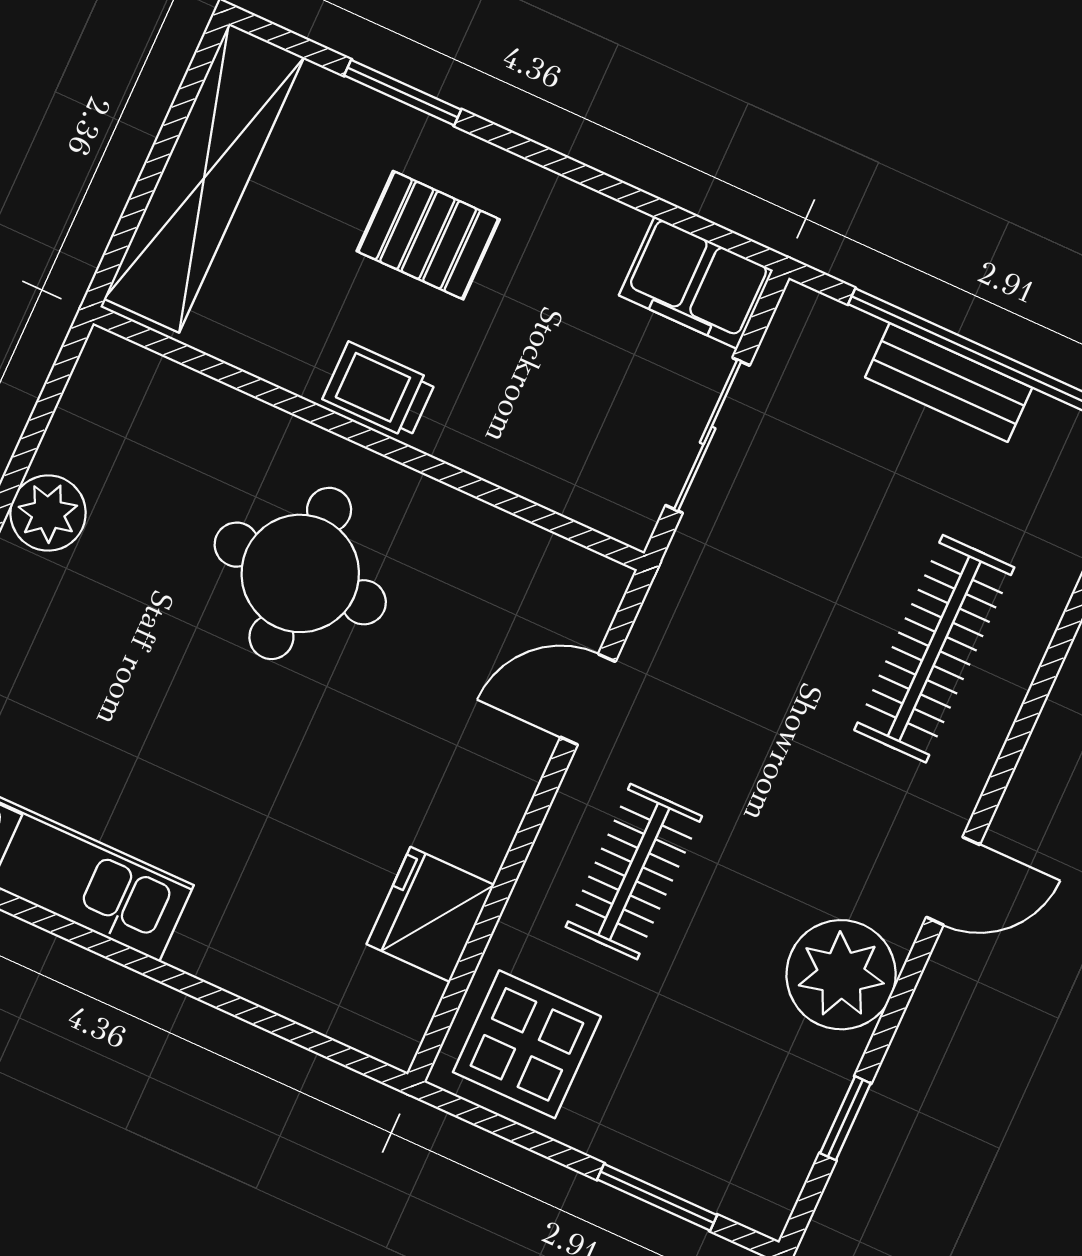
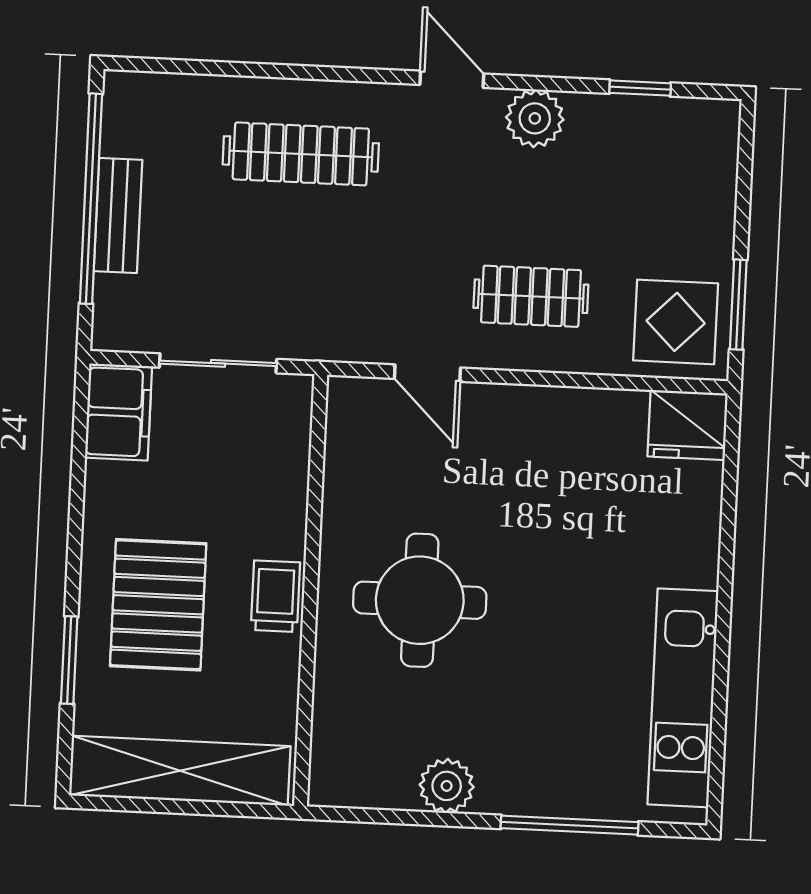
pallet: (428, 235) -> (158, 605), width x1.50, depth x1.42
trolley: (379, 390) -> (275, 596), turned 180
fridge: (430, 914) -> (688, 425), moved
plant: (841, 975) -> (535, 118), width x0.73, depth x0.73
window: (657, 1197) -> (738, 305), moved

